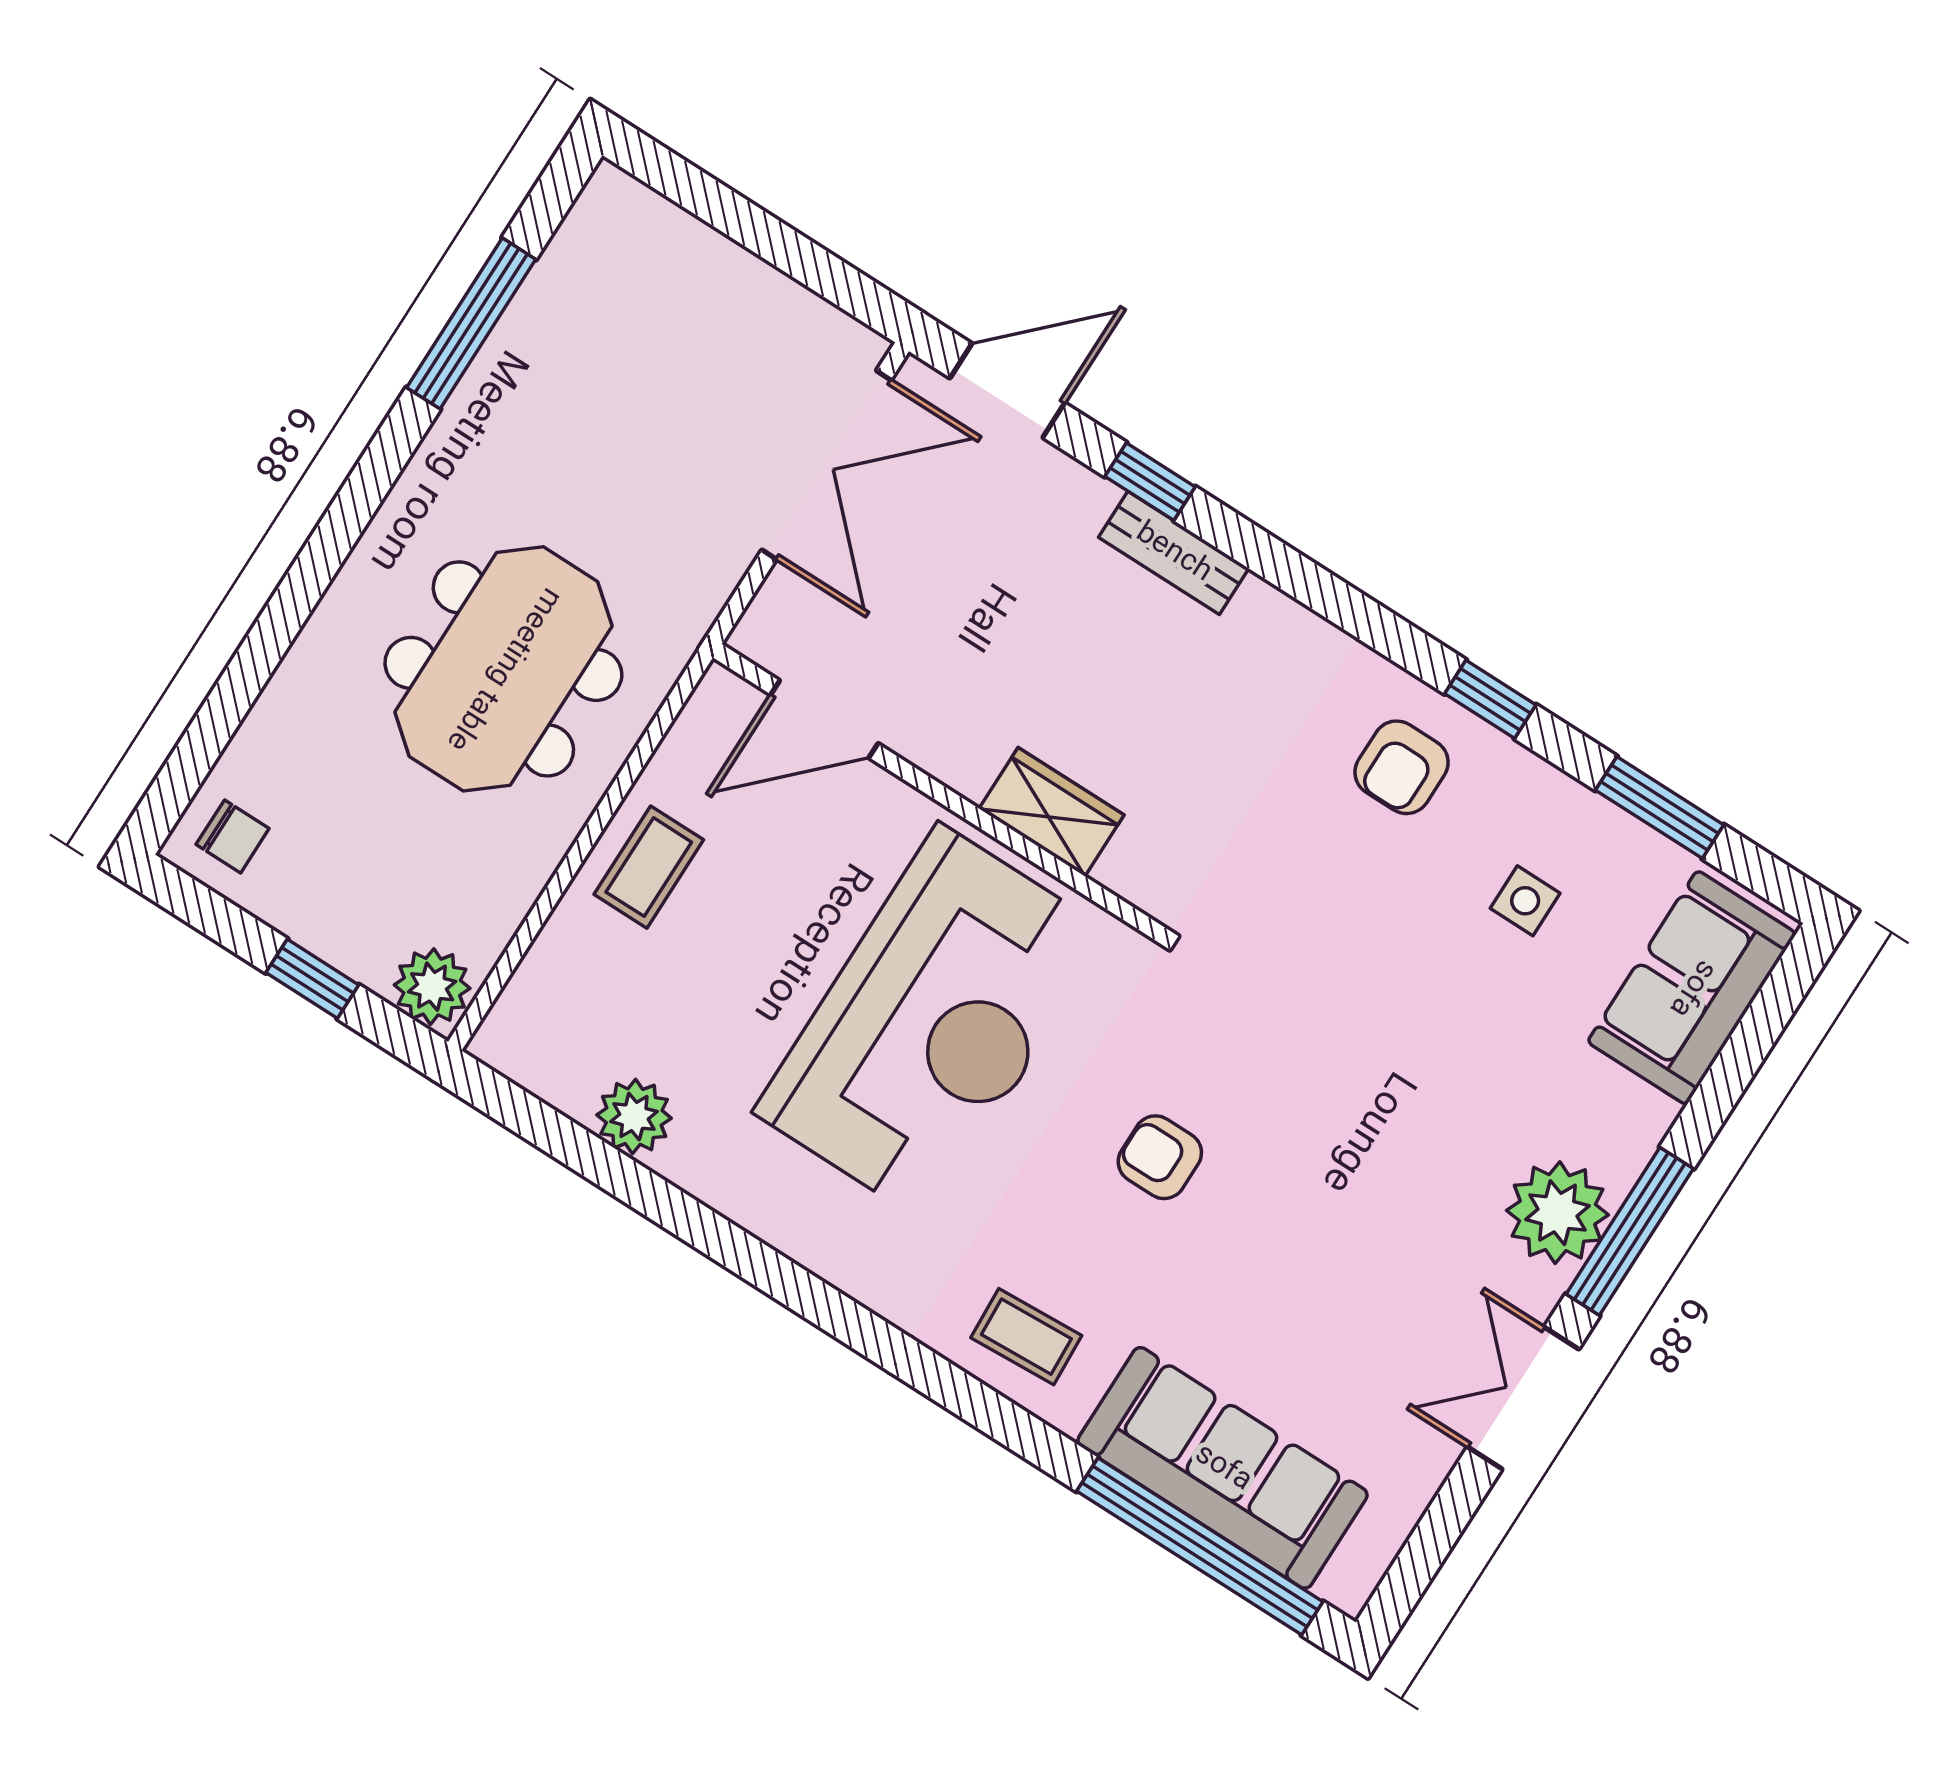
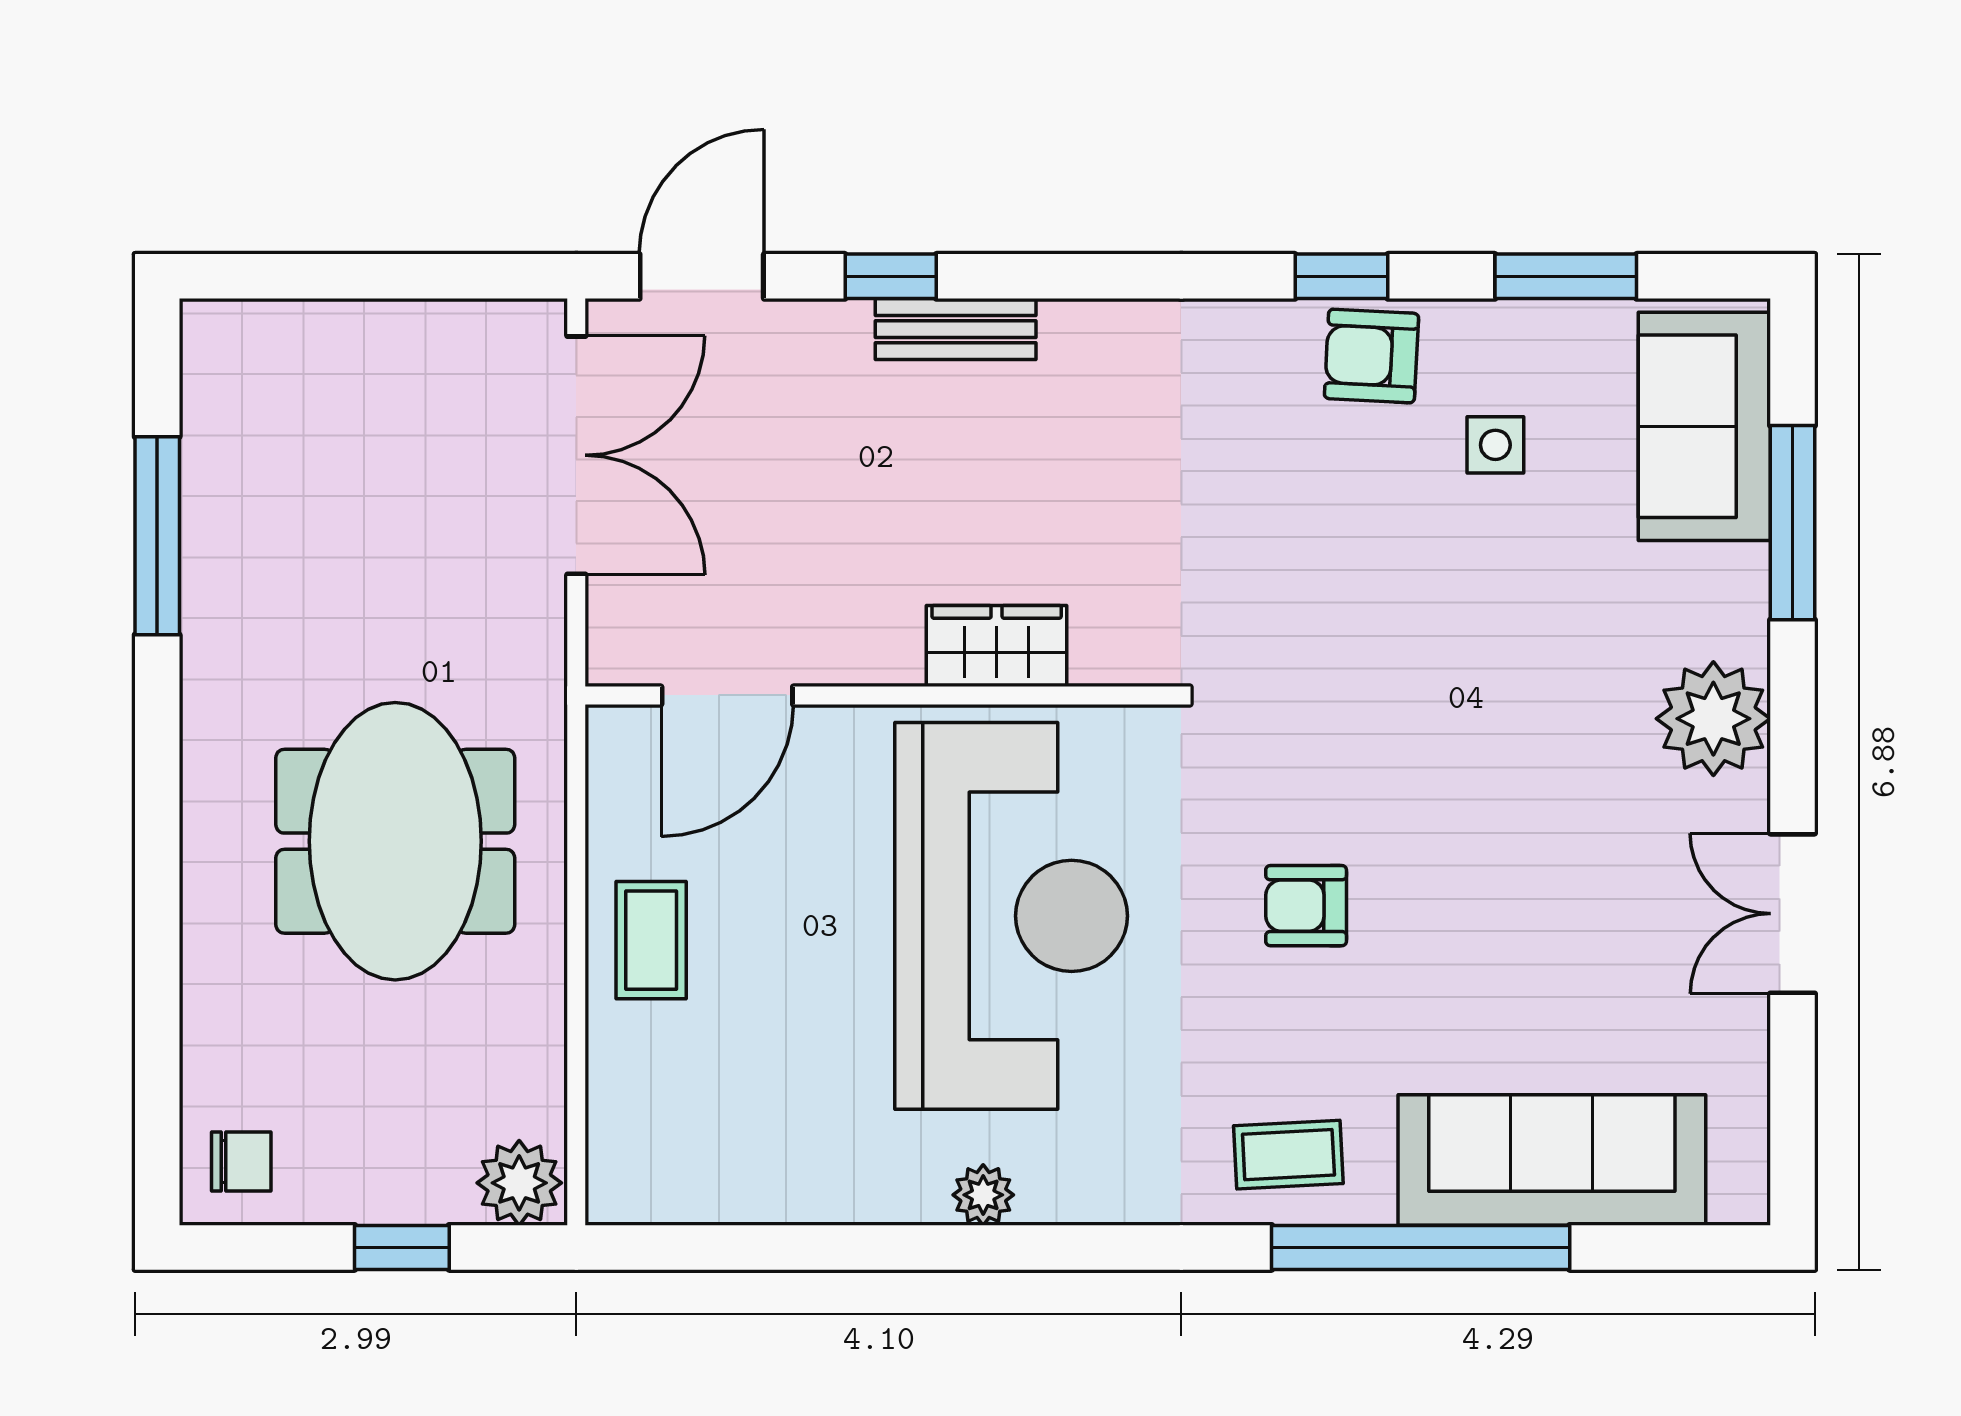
armchair: (1402, 767) -> (1372, 356), moved, turned 93
plant: (634, 1117) -> (983, 1195), moved, width x0.73, depth x0.73
window: (1630, 1231) -> (1792, 523), moved
window: (1200, 1546) -> (1421, 1247), moved

